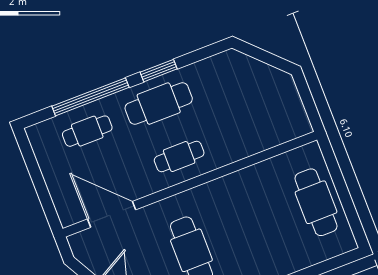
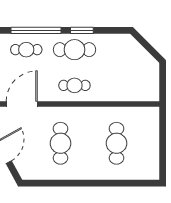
cafe table: (316, 202) -> (116, 143), moved
door: (112, 214) -> (22, 104), hinge flipped

